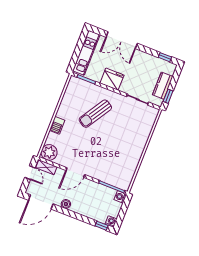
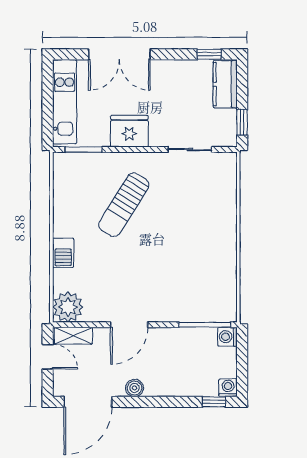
kitchen counter: (163, 86) -> (225, 84), moved

